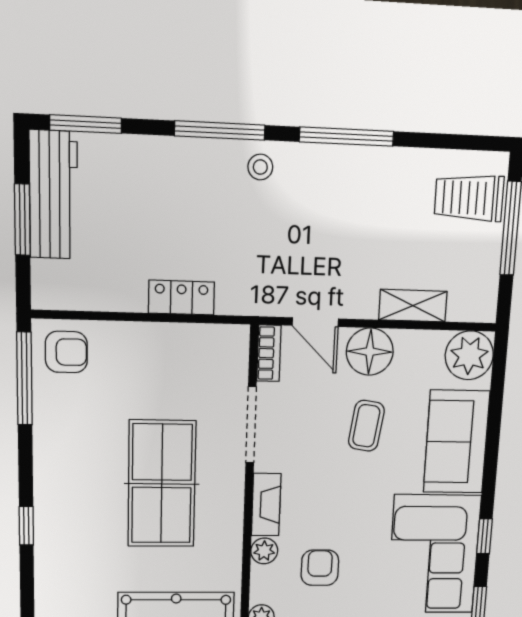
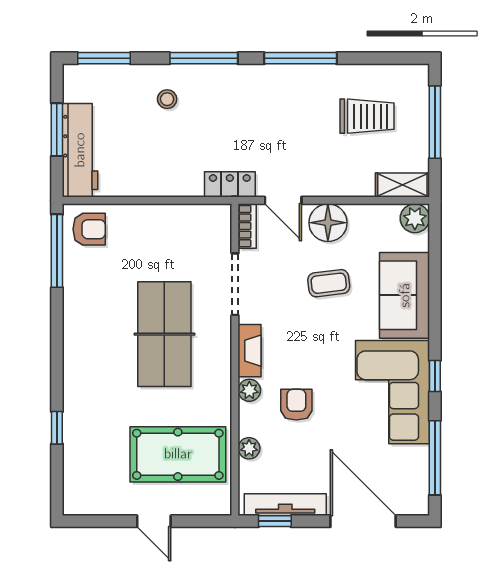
stool: (260, 167) -> (167, 99), moved
workbench: (53, 195) -> (80, 150), moved
trolley: (469, 198) -> (367, 116), moved, turned 180
locker: (181, 298) -> (230, 184), moved
shelving: (413, 306) -> (402, 185), moved
plant: (469, 355) -> (415, 218), width x0.73, depth x0.73
coffee table: (366, 426) -> (329, 283), turned 75
window: (26, 526) -> (57, 428), moved

